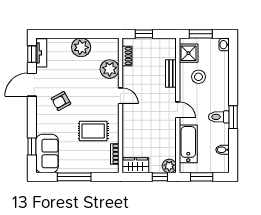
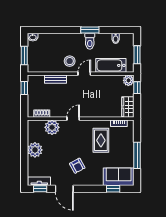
window: (144, 34) -> (24, 88), moved
shower: (189, 53) -> (40, 65), removed
stool: (199, 77) -> (70, 61), moved

